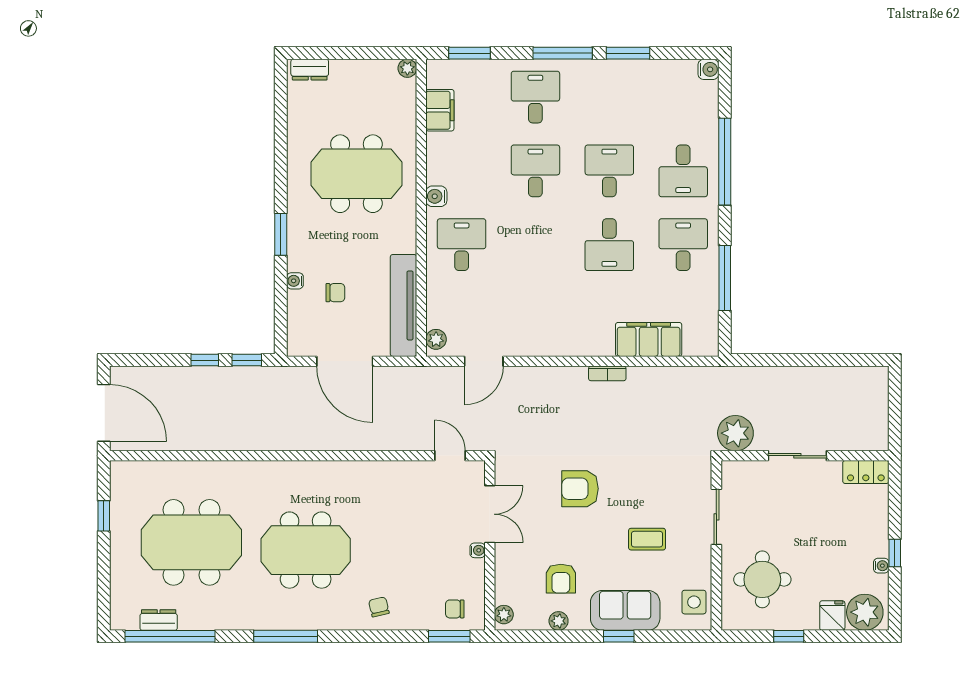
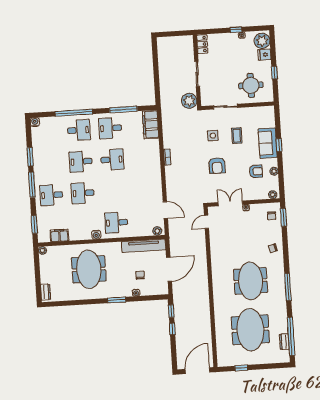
filing cabinet: (649, 339) -> (151, 124), moved
side table: (694, 602) -> (213, 136), moved

